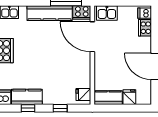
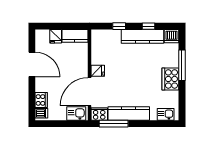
door: (92, 37) -> (89, 92), swing flipped
fridge: (83, 95) -> (98, 71), moved
kitchen counter: (27, 97) -> (142, 36), width x1.50

